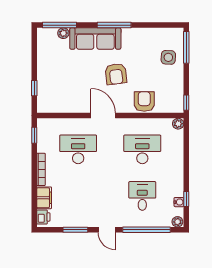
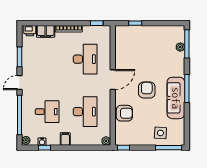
sofa: (95, 39) -> (176, 98), moved
armchair: (116, 74) -> (147, 90), turned 97
filing cabinet: (176, 174) -> (65, 139), added

